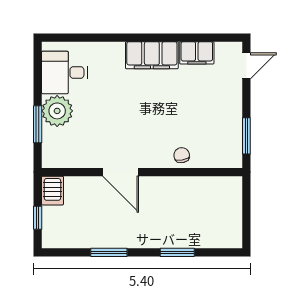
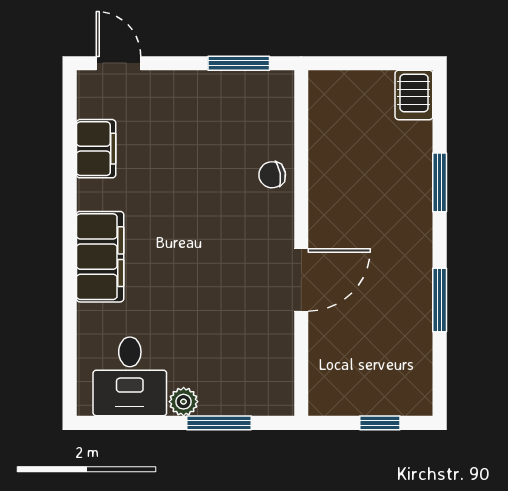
filing cabinet: (152, 55) -> (100, 257), moved
plant: (57, 111) -> (184, 402), width x0.53, depth x0.53
server rack: (52, 191) -> (414, 95), moved, turned 90

